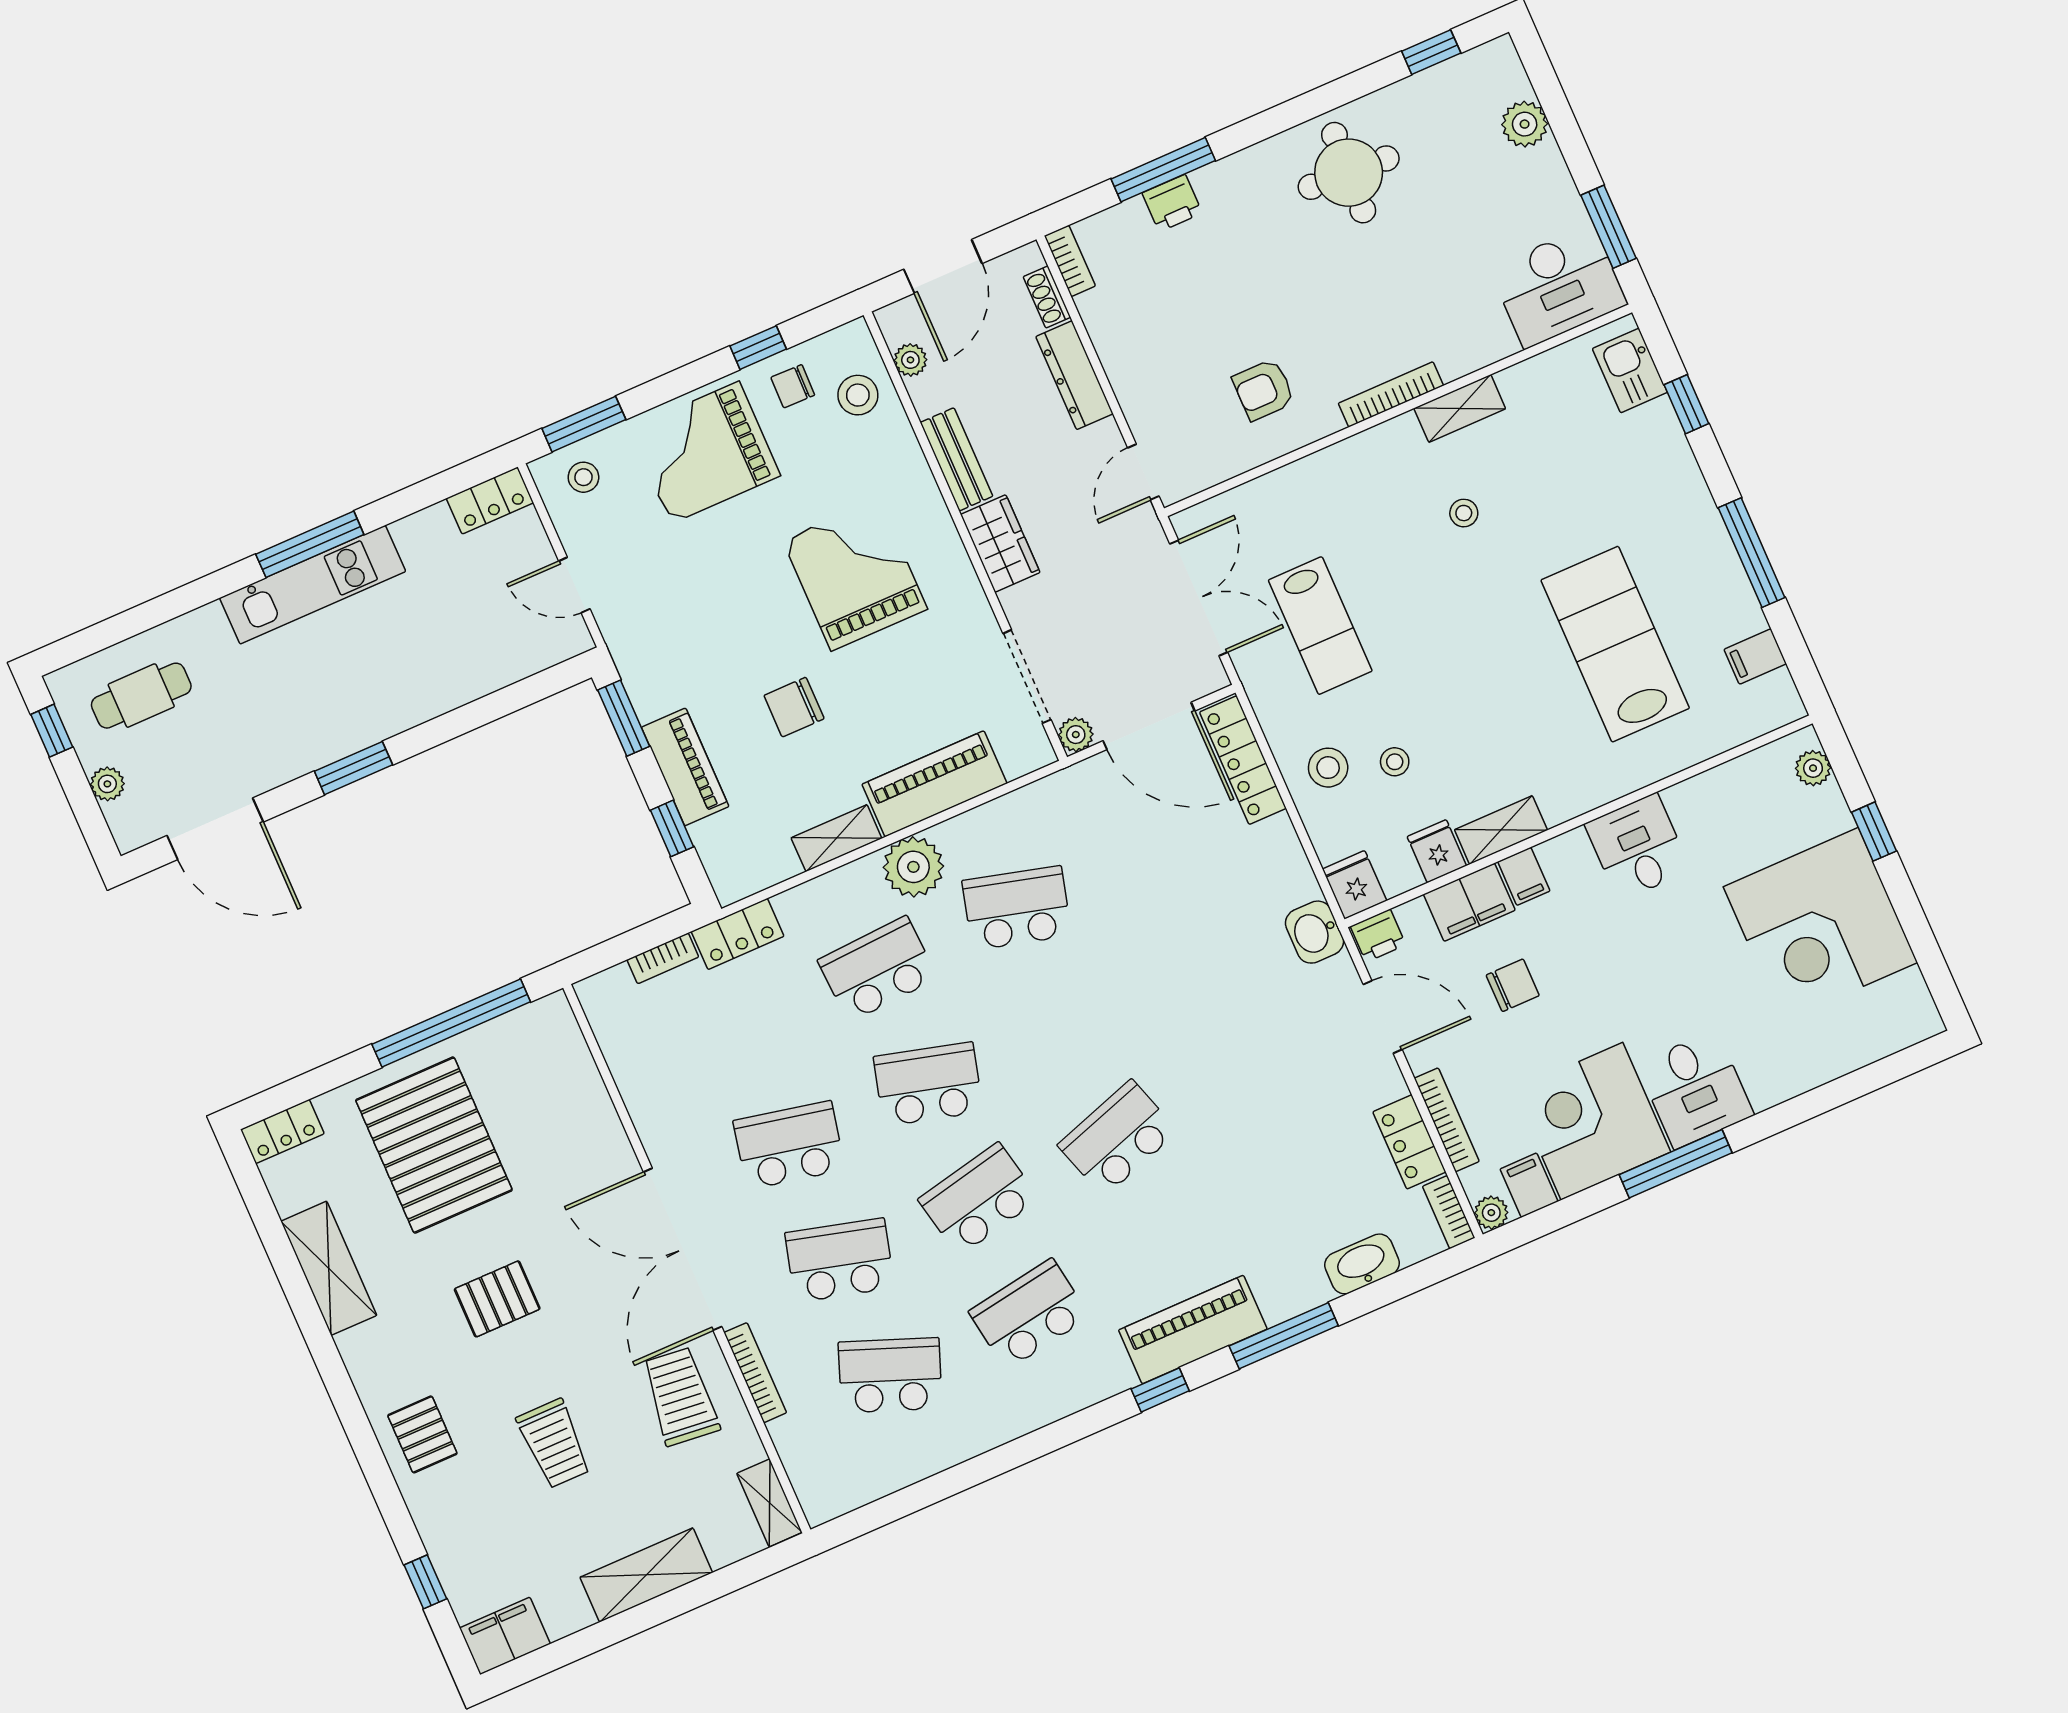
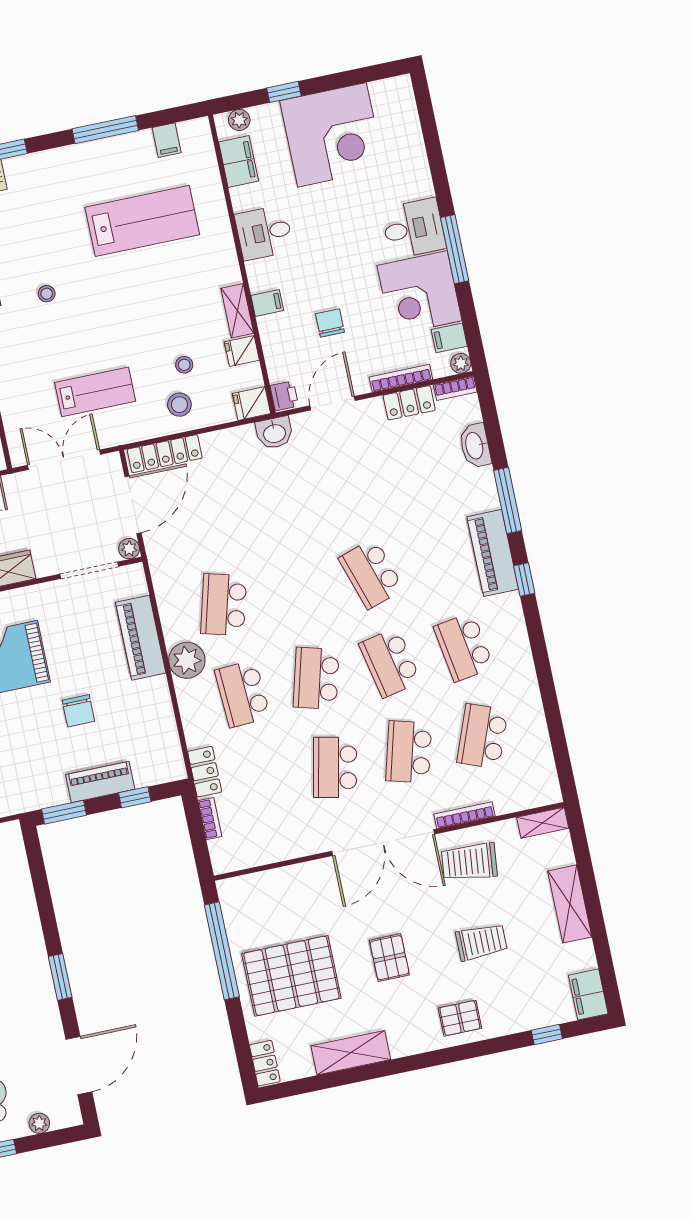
lab bench: (1615, 644) -> (142, 221), turned 180
shelving: (836, 838) -> (161, 702), removed
filing cabinet: (1469, 902) -> (239, 162), moved

